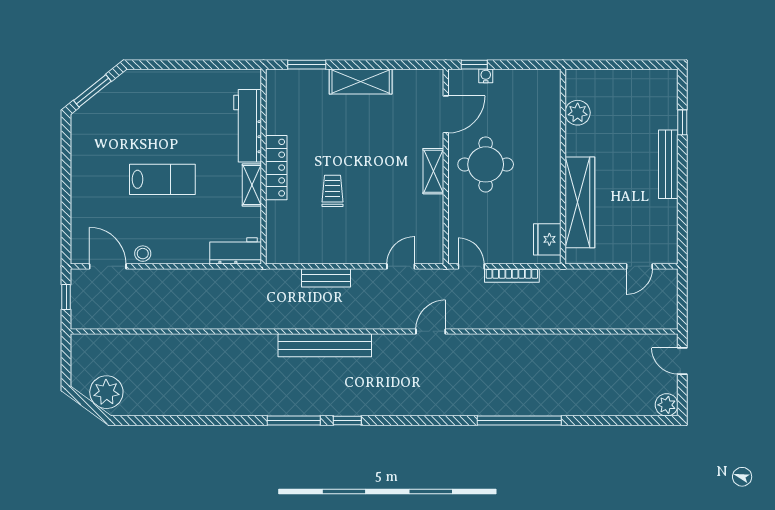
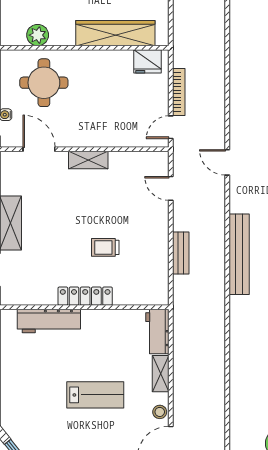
round table: (486, 164) -> (44, 83), moved
lab bench: (162, 179) -> (95, 395), turned 90
shelving: (252, 185) -> (161, 374), moved, turned 90

